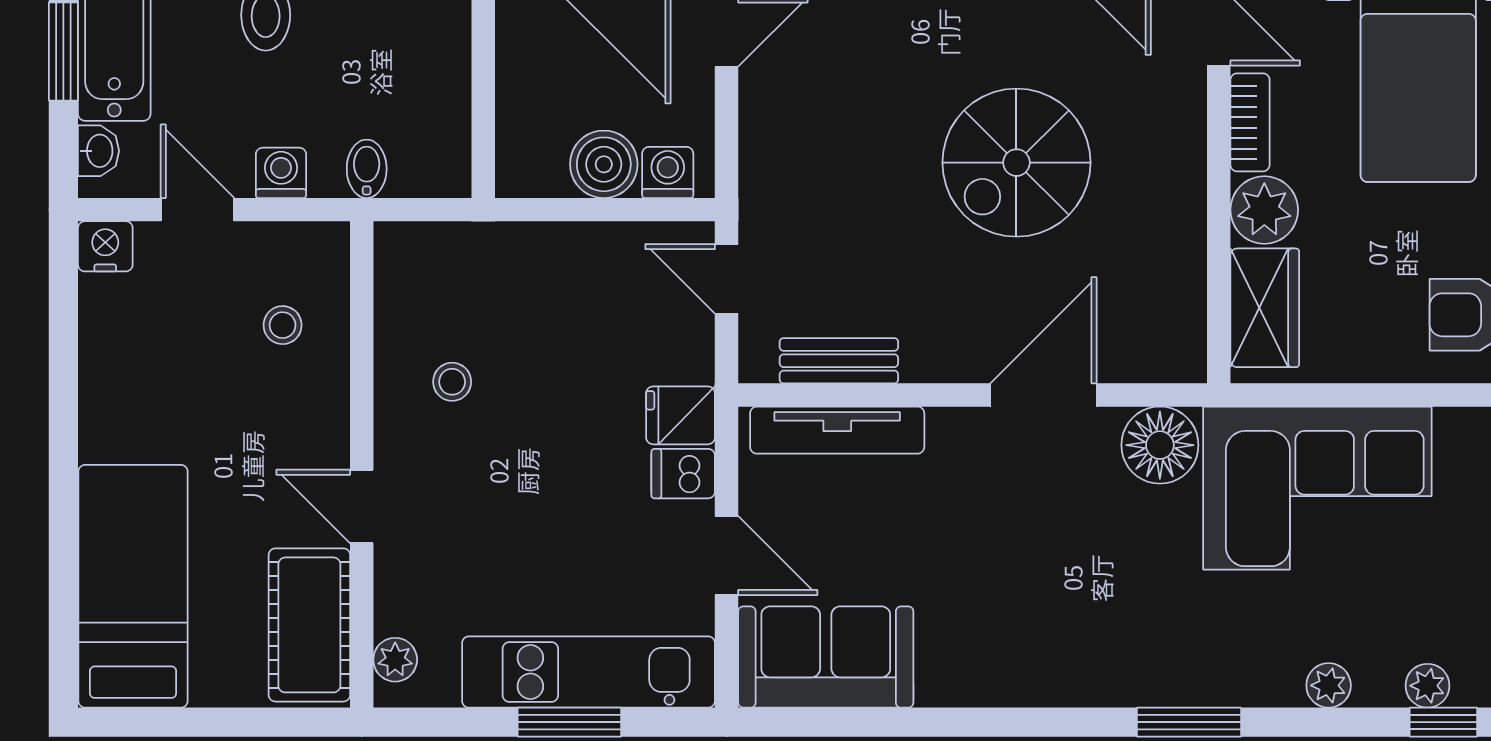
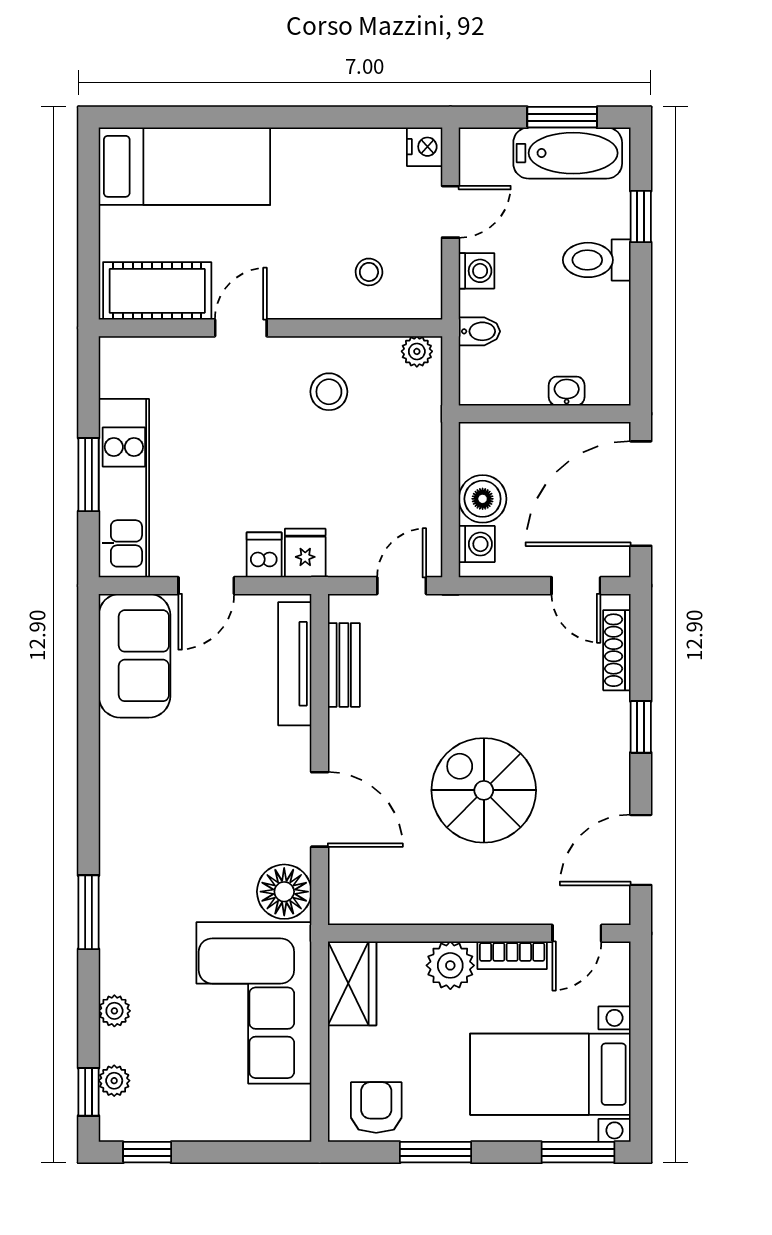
washbasin: (98, 151) -> (567, 391), moved, turned 180
wardrobe: (1265, 308) -> (352, 983), moved, turned -90
stool: (452, 382) -> (329, 392), width x1.37, depth x1.37
plant: (395, 660) -> (417, 351), moved

